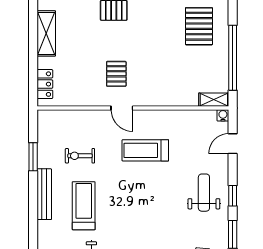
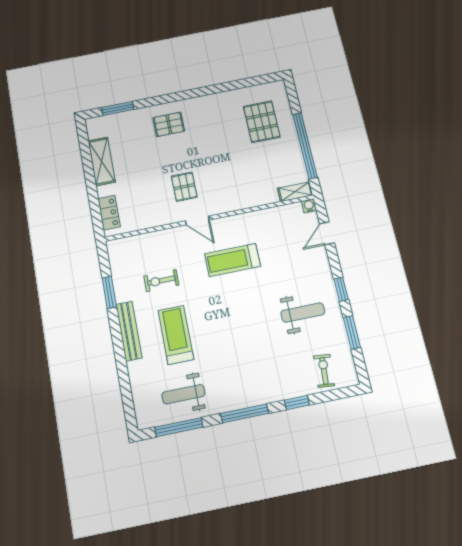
weight bench: (204, 193) -> (303, 313), moved, turned 90

